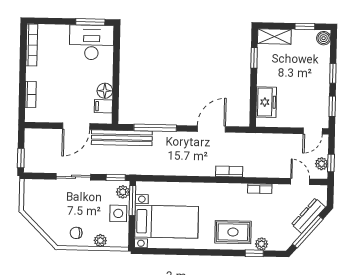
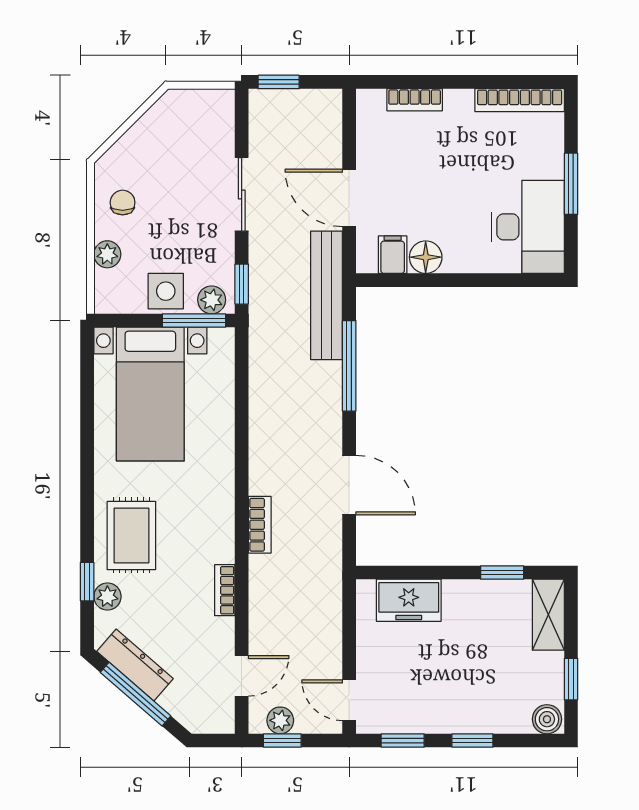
window: (90, 22) -> (571, 184), moved
dresser: (308, 216) -> (135, 665), moved

